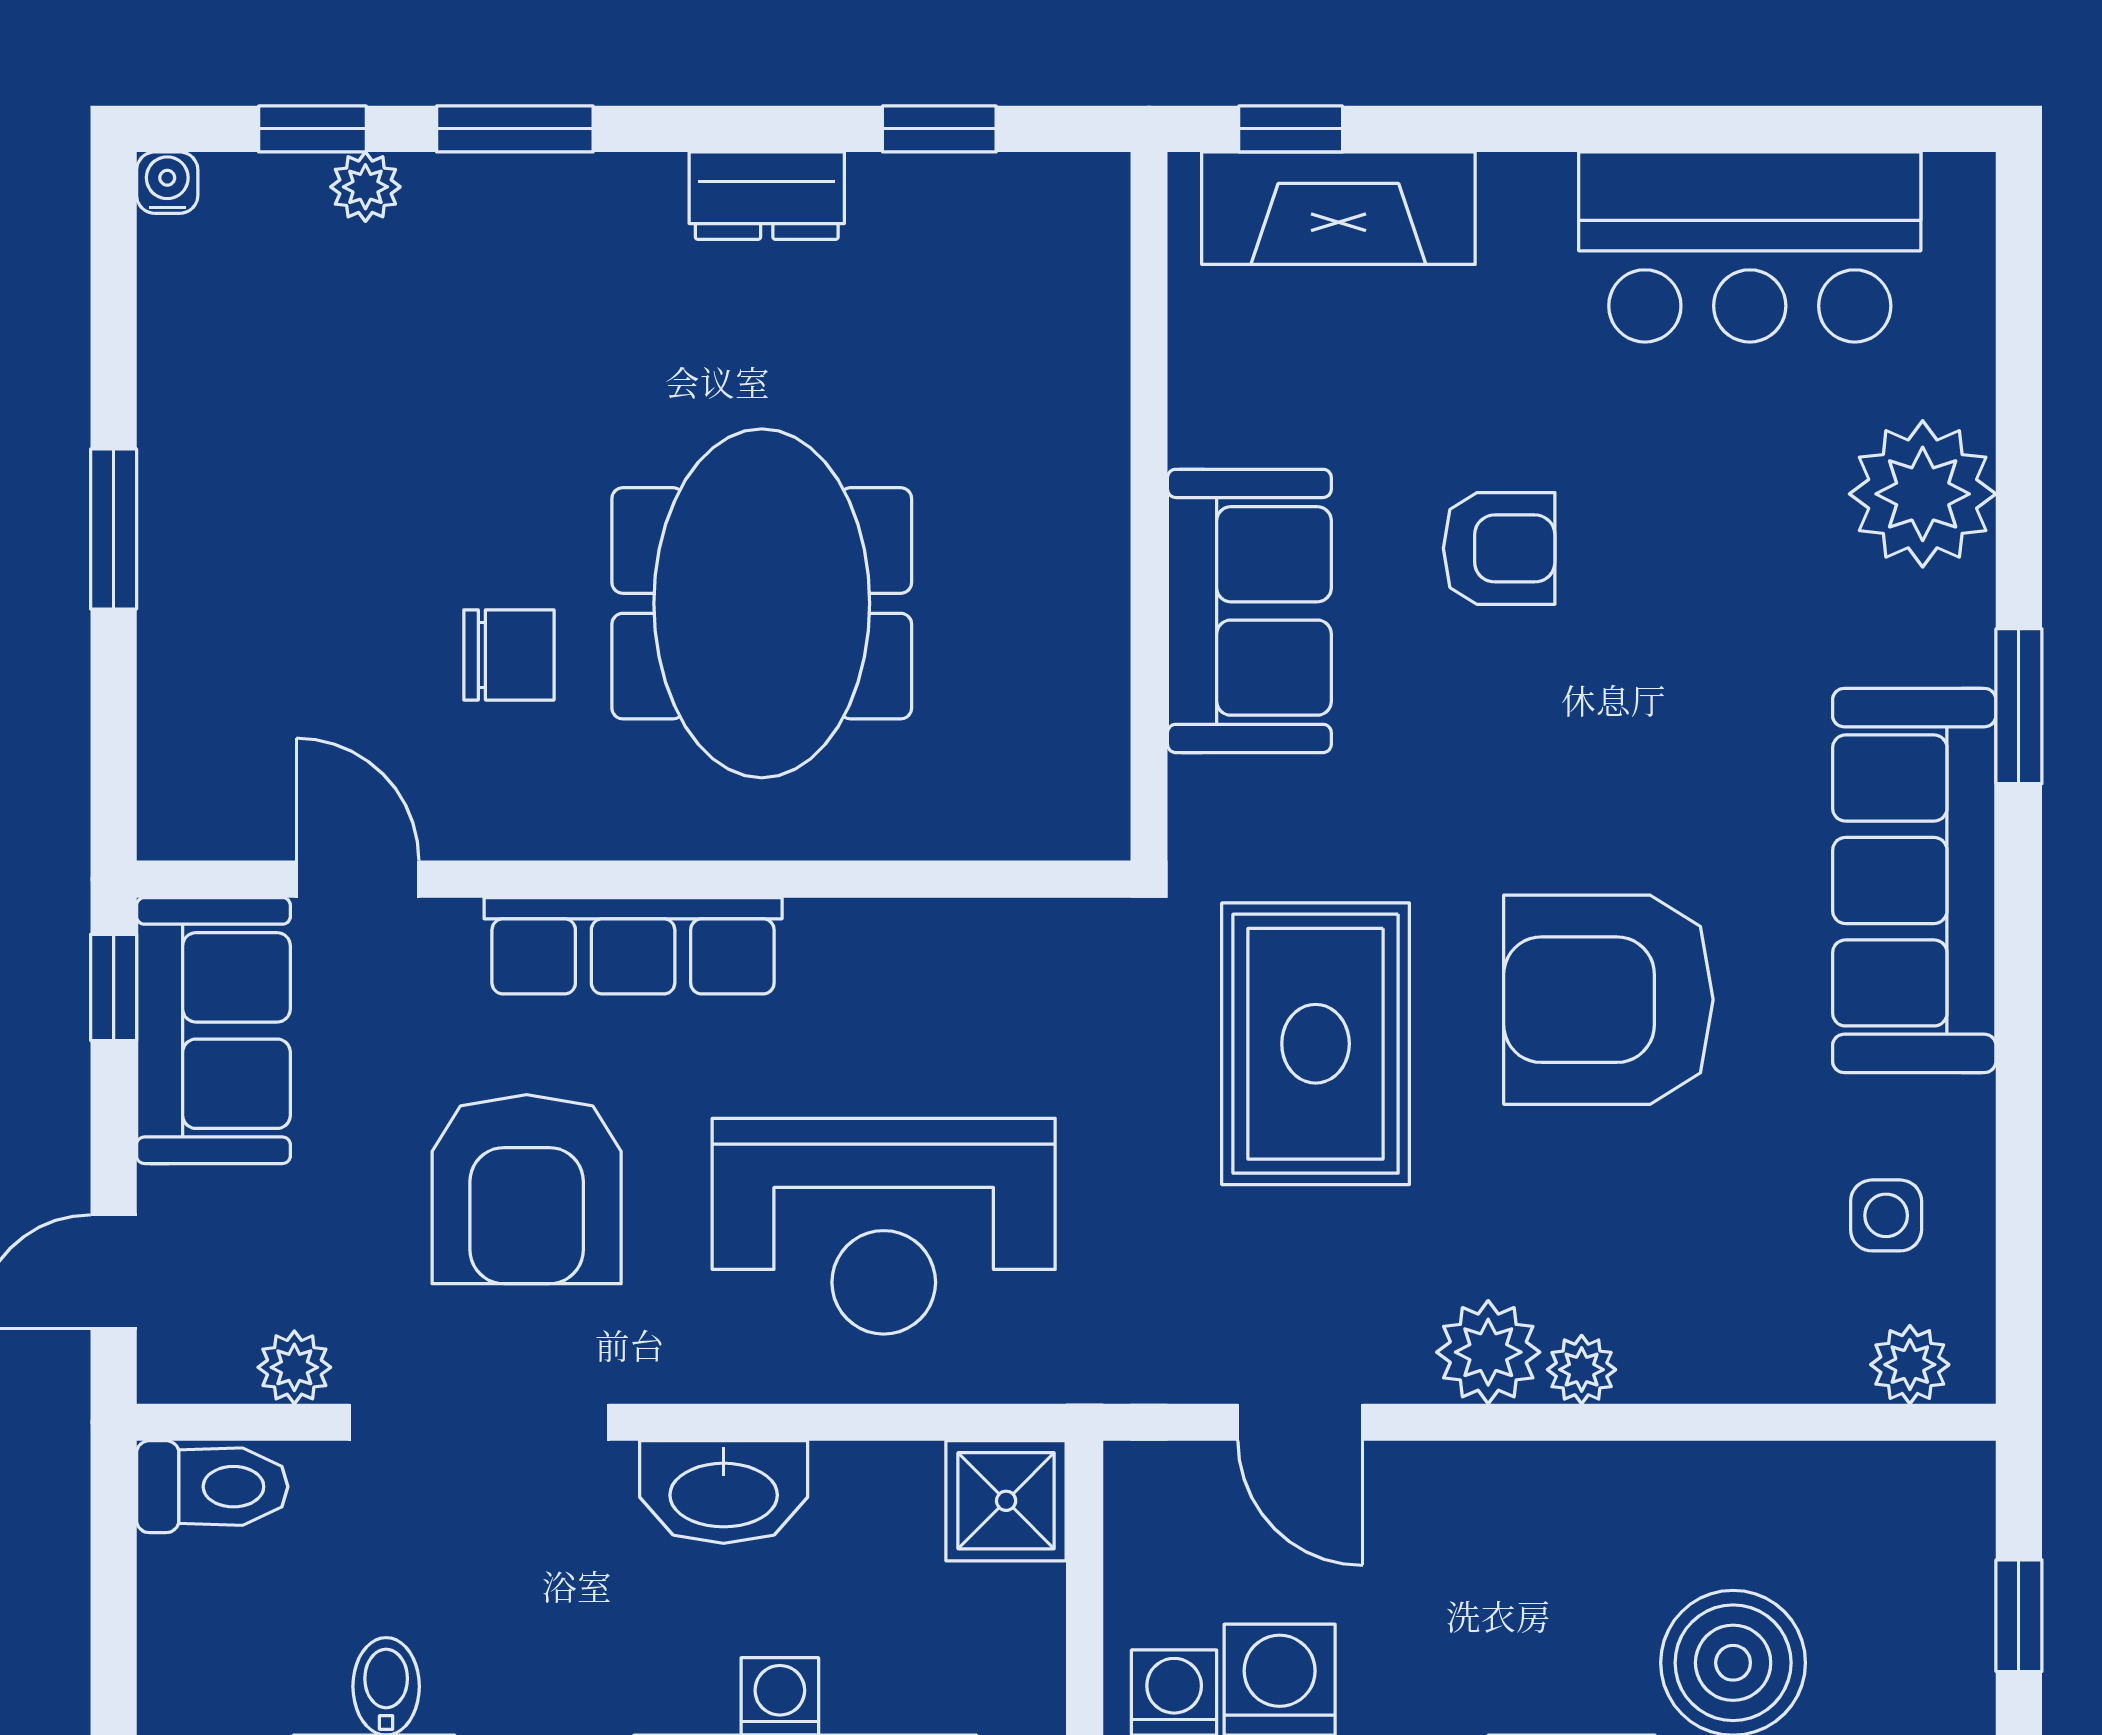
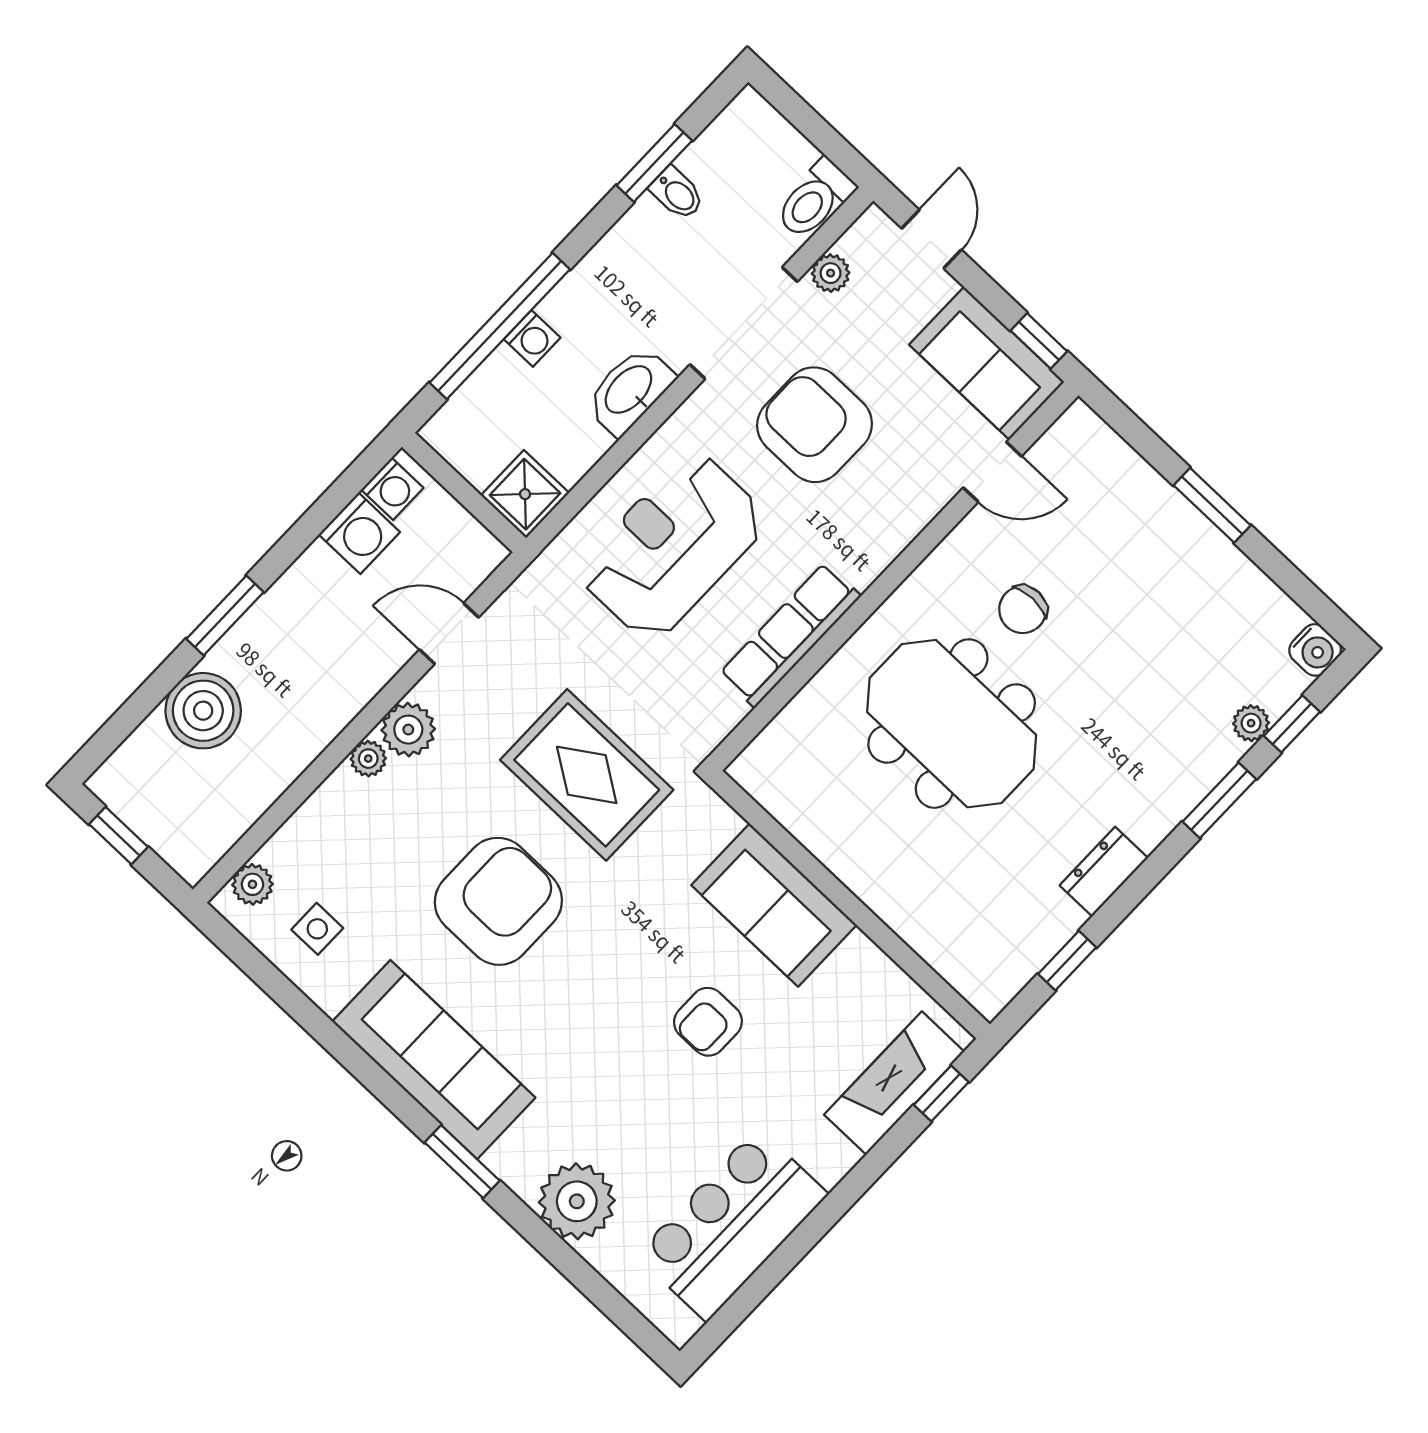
water cooler: (167, 183) -> (1315, 650), width x1.38, depth x1.38
row of seats: (633, 946) -> (790, 635), moved

